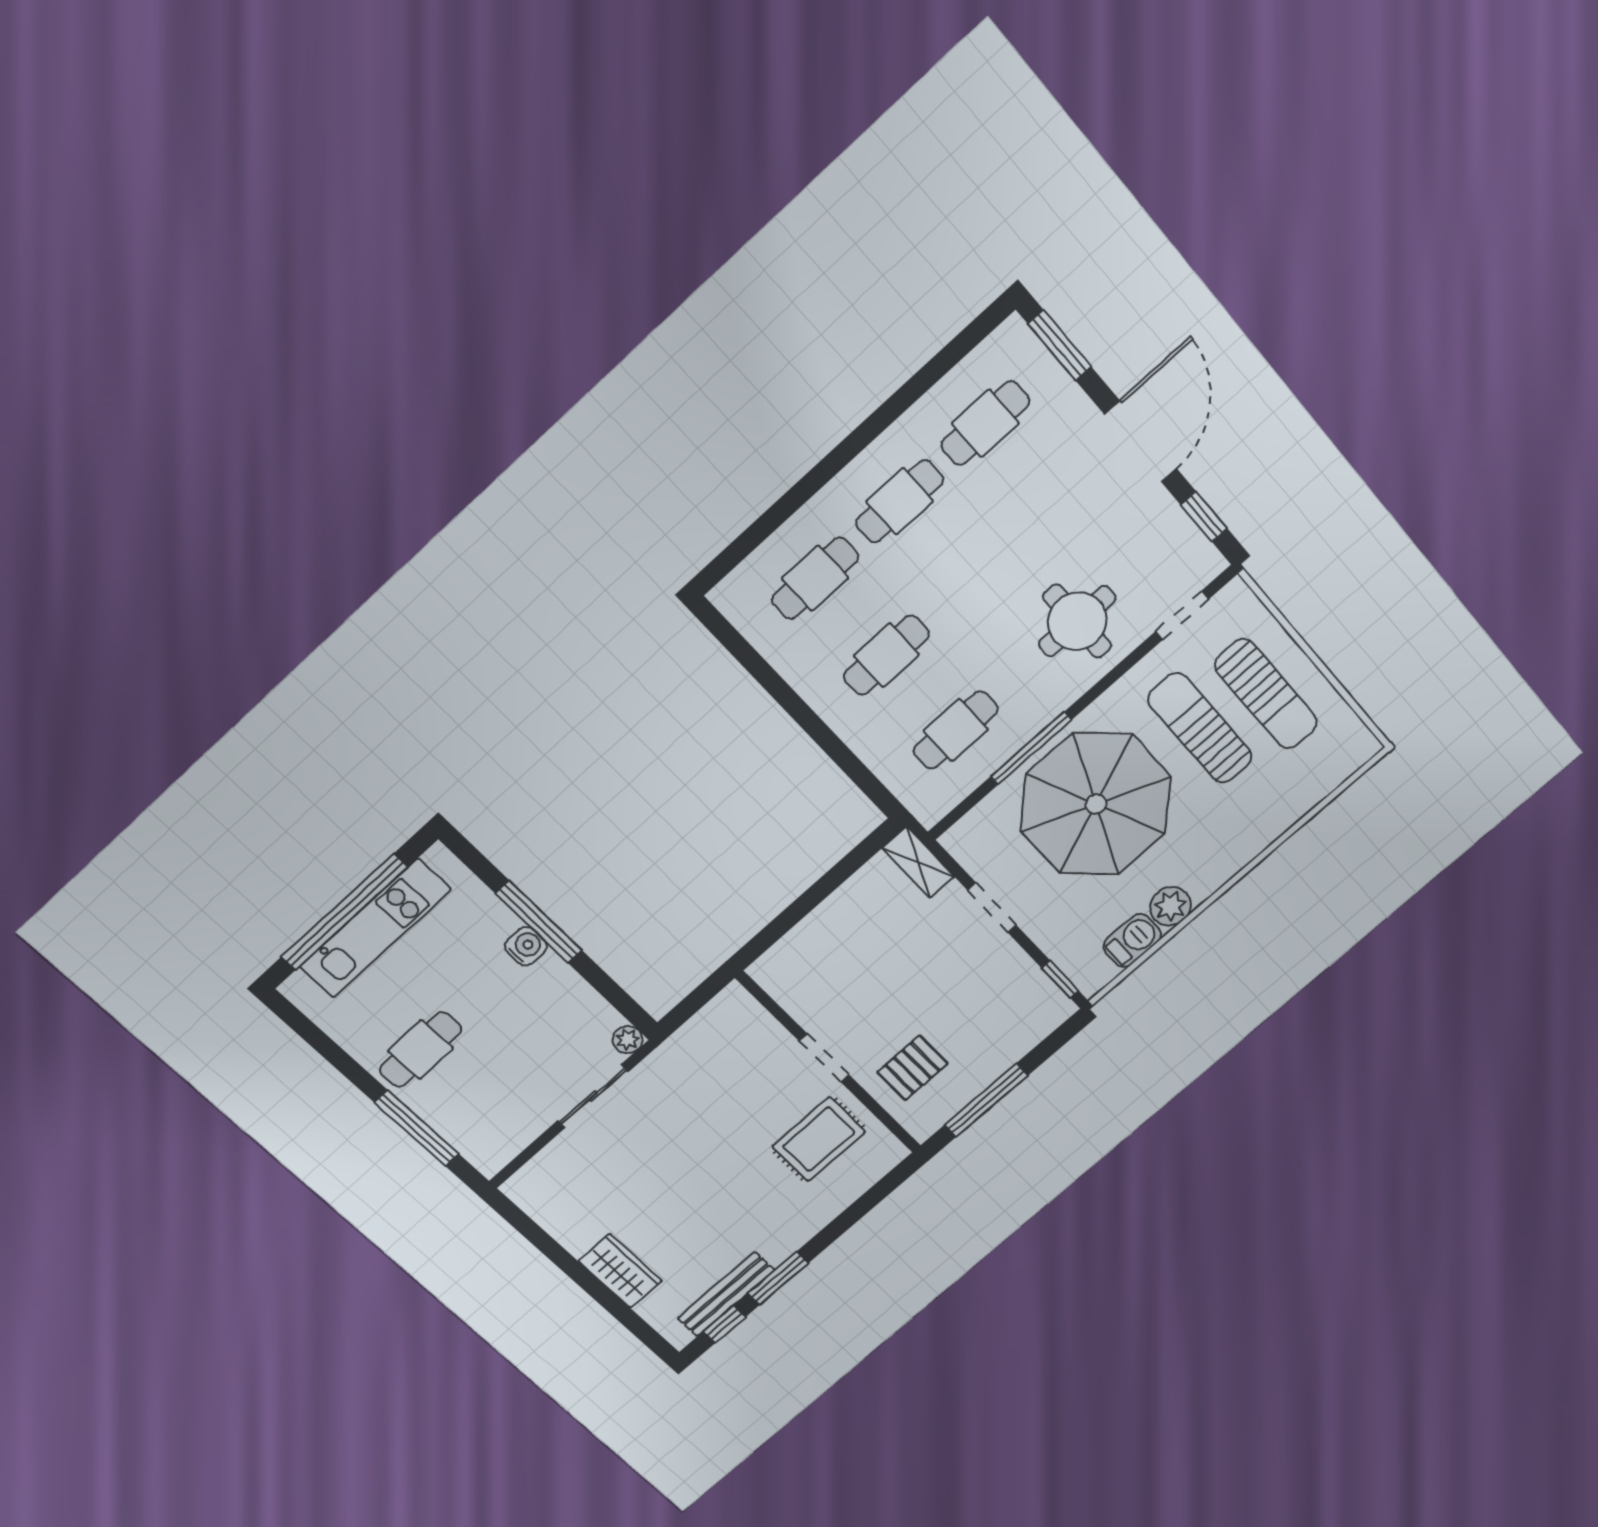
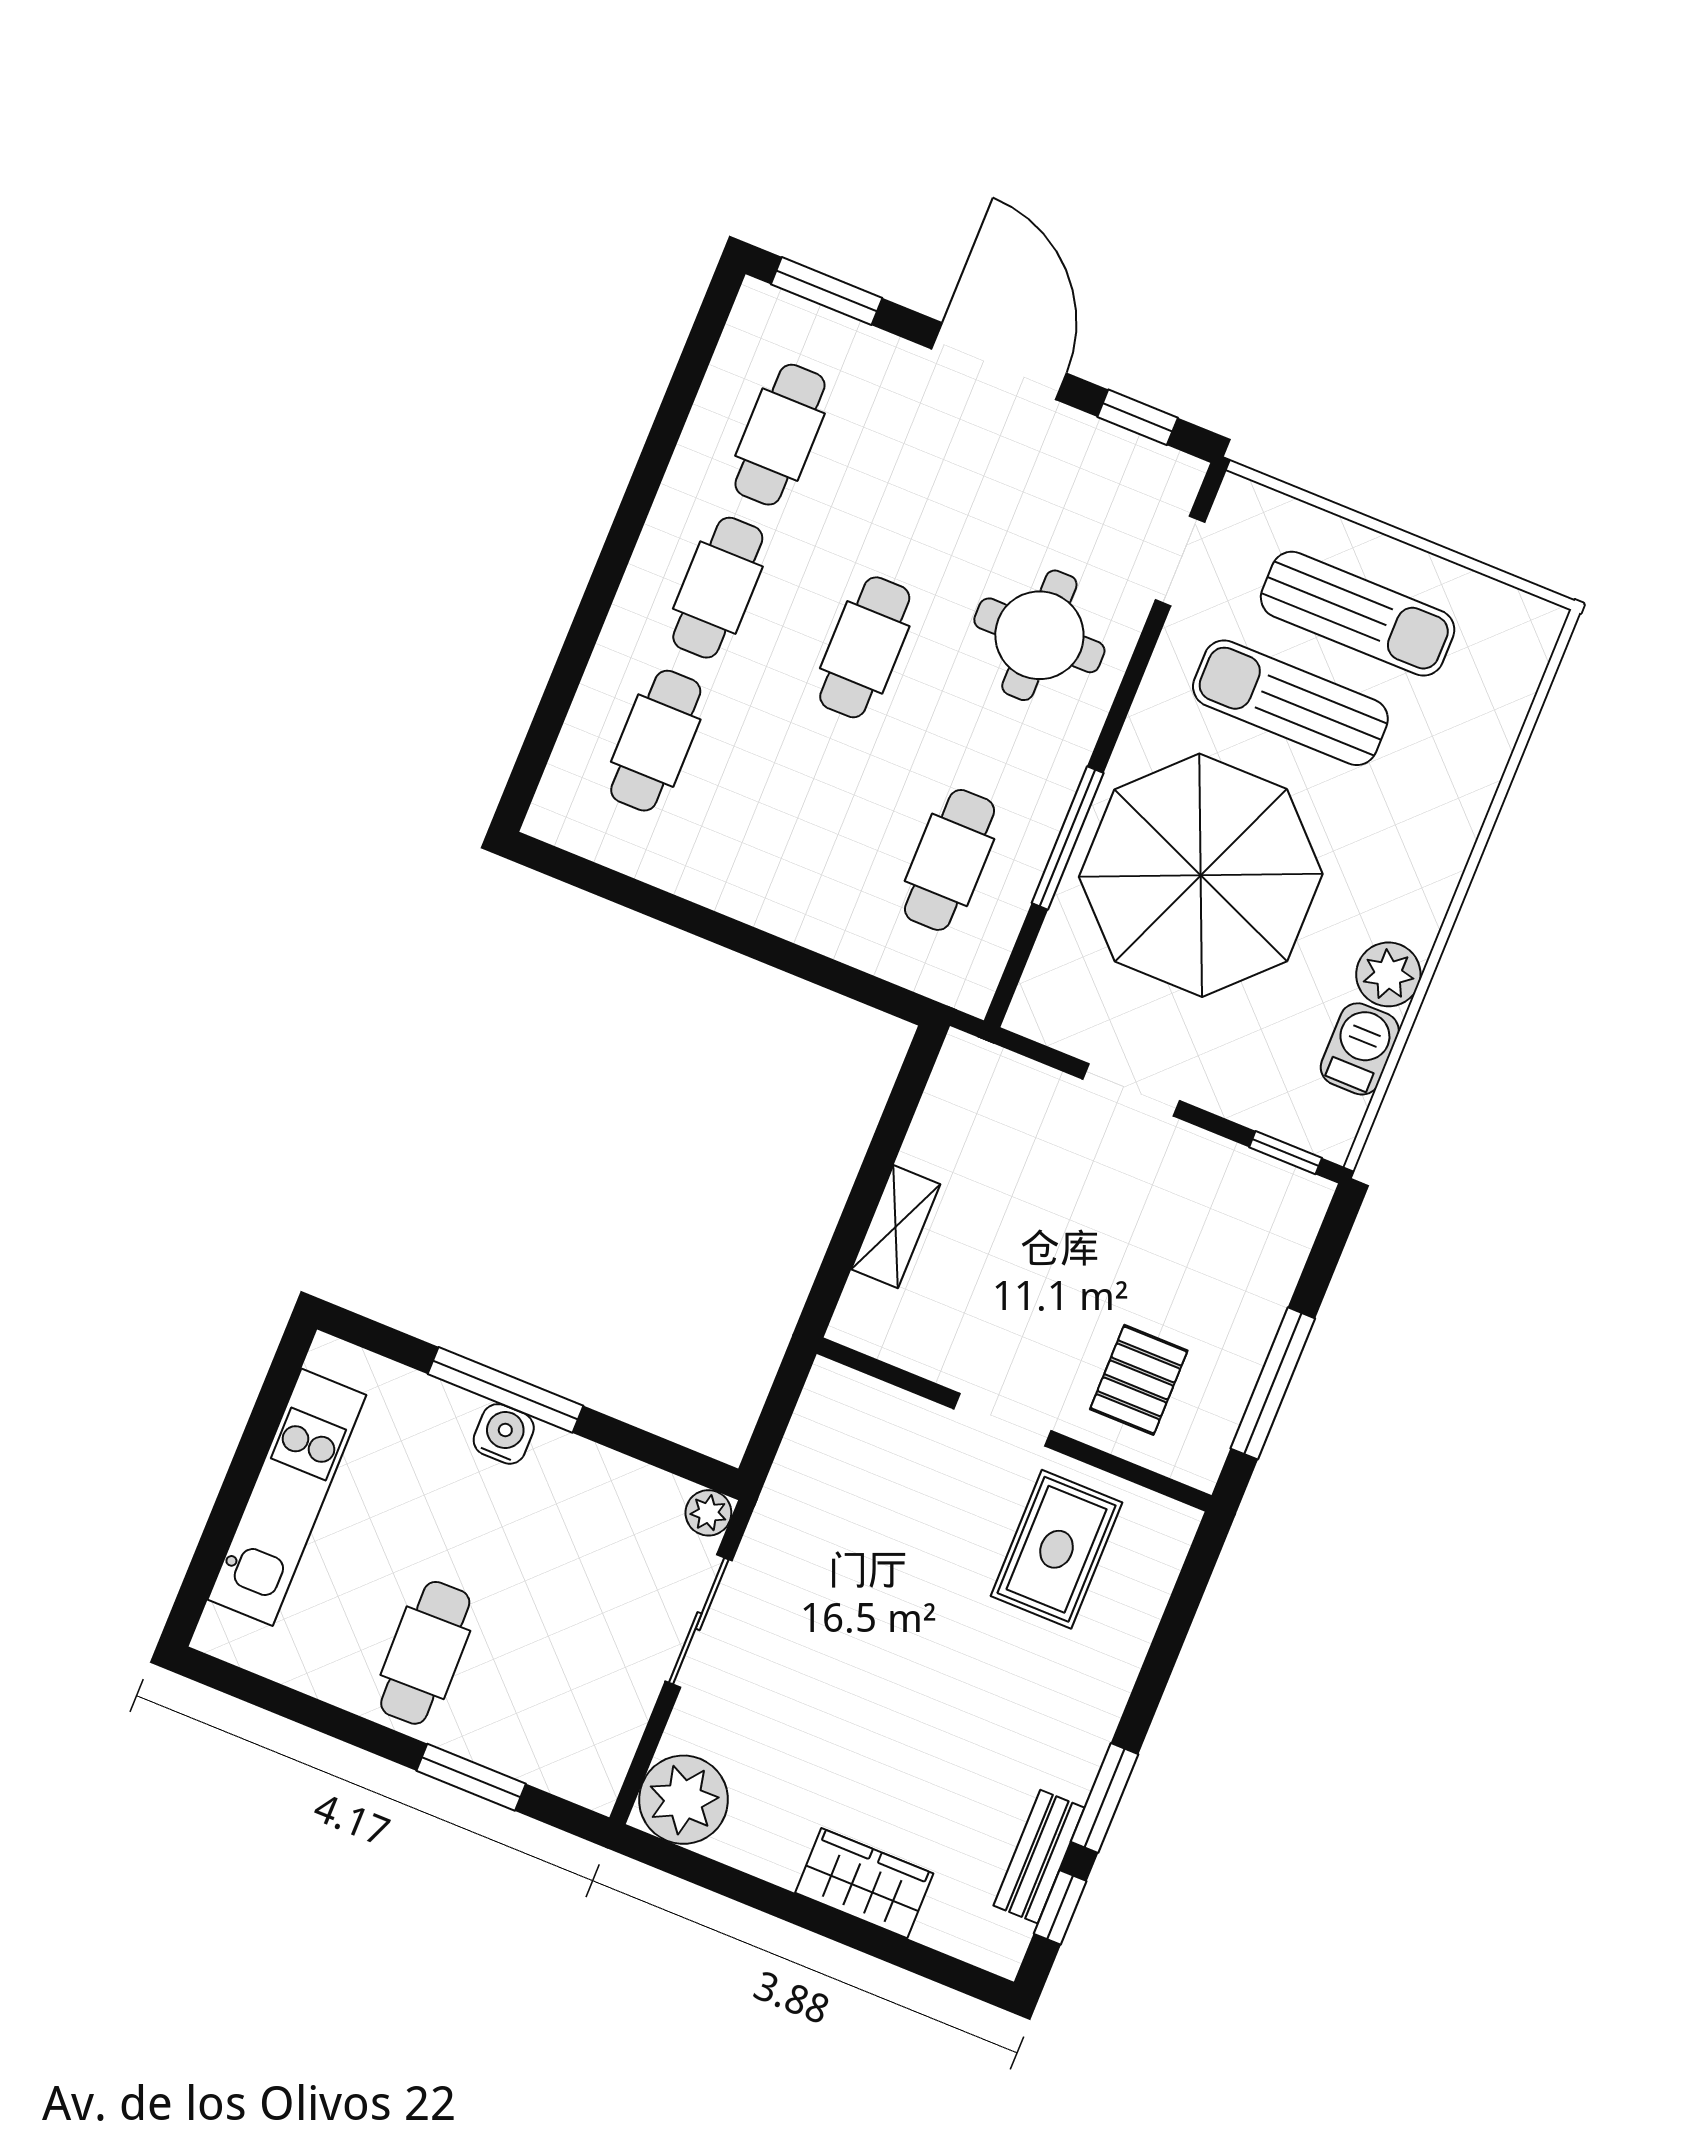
cafe table: (886, 655) -> (865, 647), moved
shelving: (918, 862) -> (896, 1227), moved, turned 90
window: (344, 912) -> (235, 1491), removed
window: (417, 1128) -> (471, 1777), width x0.69
plant: (537, 1188) -> (683, 1800), added
bench: (726, 1294) -> (1039, 1857), width x0.73

